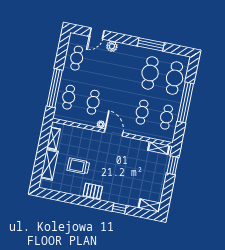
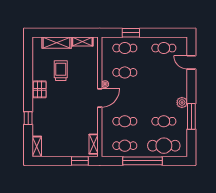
plant: (112, 46) -> (182, 102), moved
cafe table: (150, 73) -> (164, 121), width x0.73, depth x0.74
window: (55, 88) -> (131, 33), width x0.47

